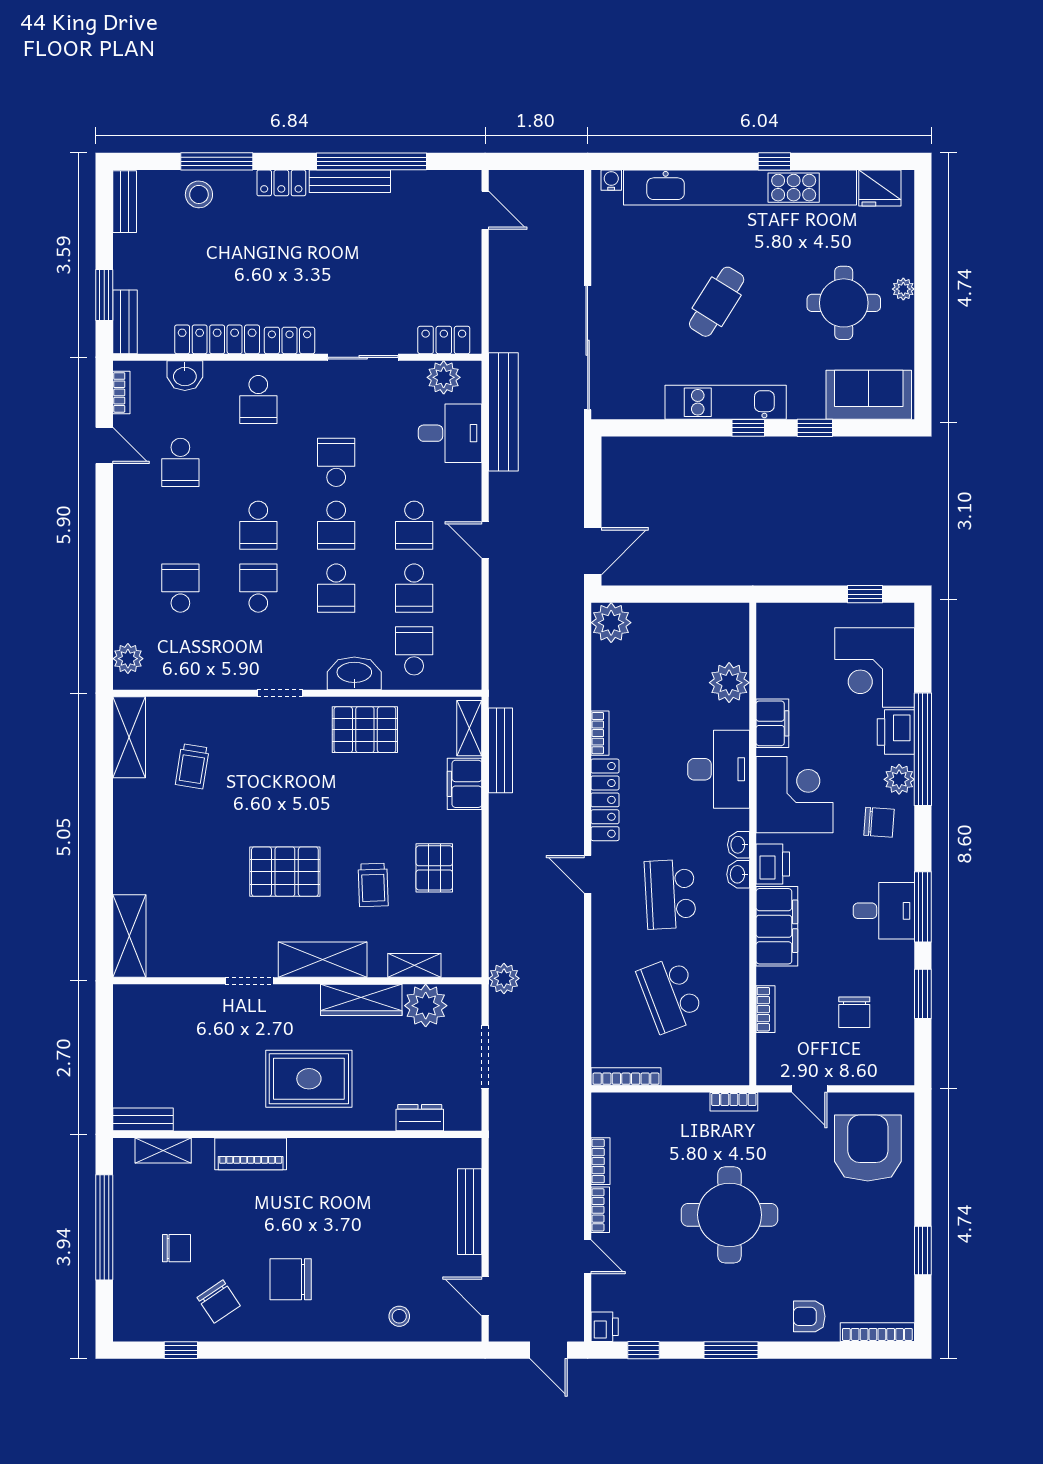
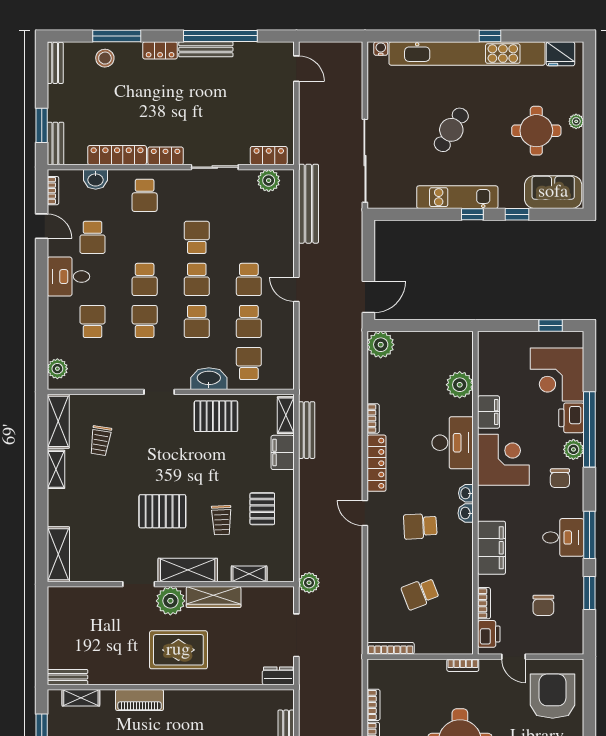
desk: (450, 433) -> (68, 277), moved, turned 180
shelving: (126, 809) -> (56, 469), added
chair: (879, 822) -> (560, 478), turned 86
printer: (773, 864) -> (489, 634), moved
school desk: (670, 894) -> (420, 526), width x0.54
school desk: (670, 994) -> (420, 593), width x0.54
plant: (426, 1006) -> (170, 601), moved
dresser: (420, 1118) -> (278, 676), moved

